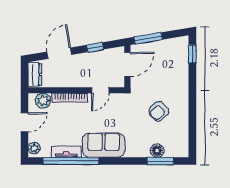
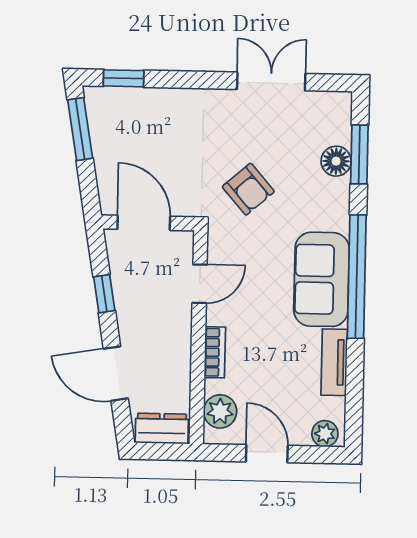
window: (148, 38) -> (80, 129), moved
door: (100, 90) -> (200, 284), hinge flipped
bookcase: (70, 98) -> (215, 352), width x0.64
armchair: (159, 111) -> (248, 189), moved
double door: (192, 121) -> (271, 81), added
window: (71, 161) -> (357, 277), moved

